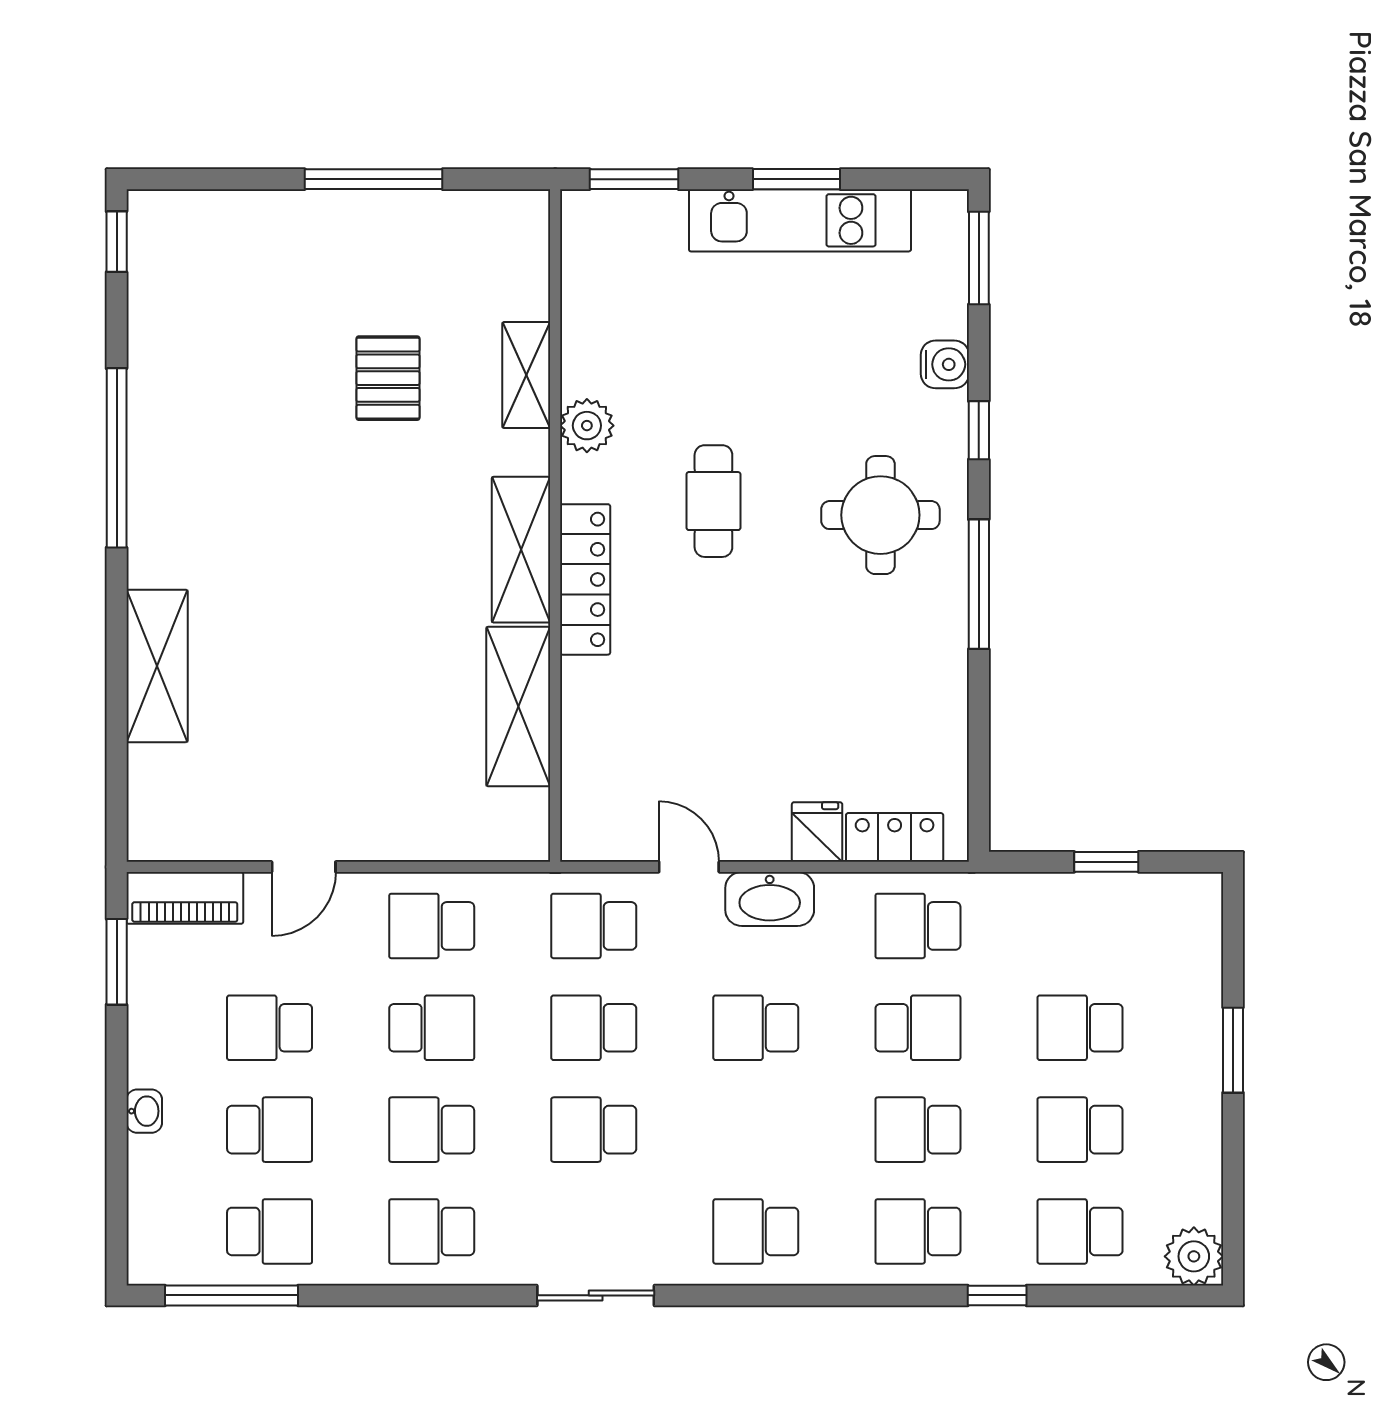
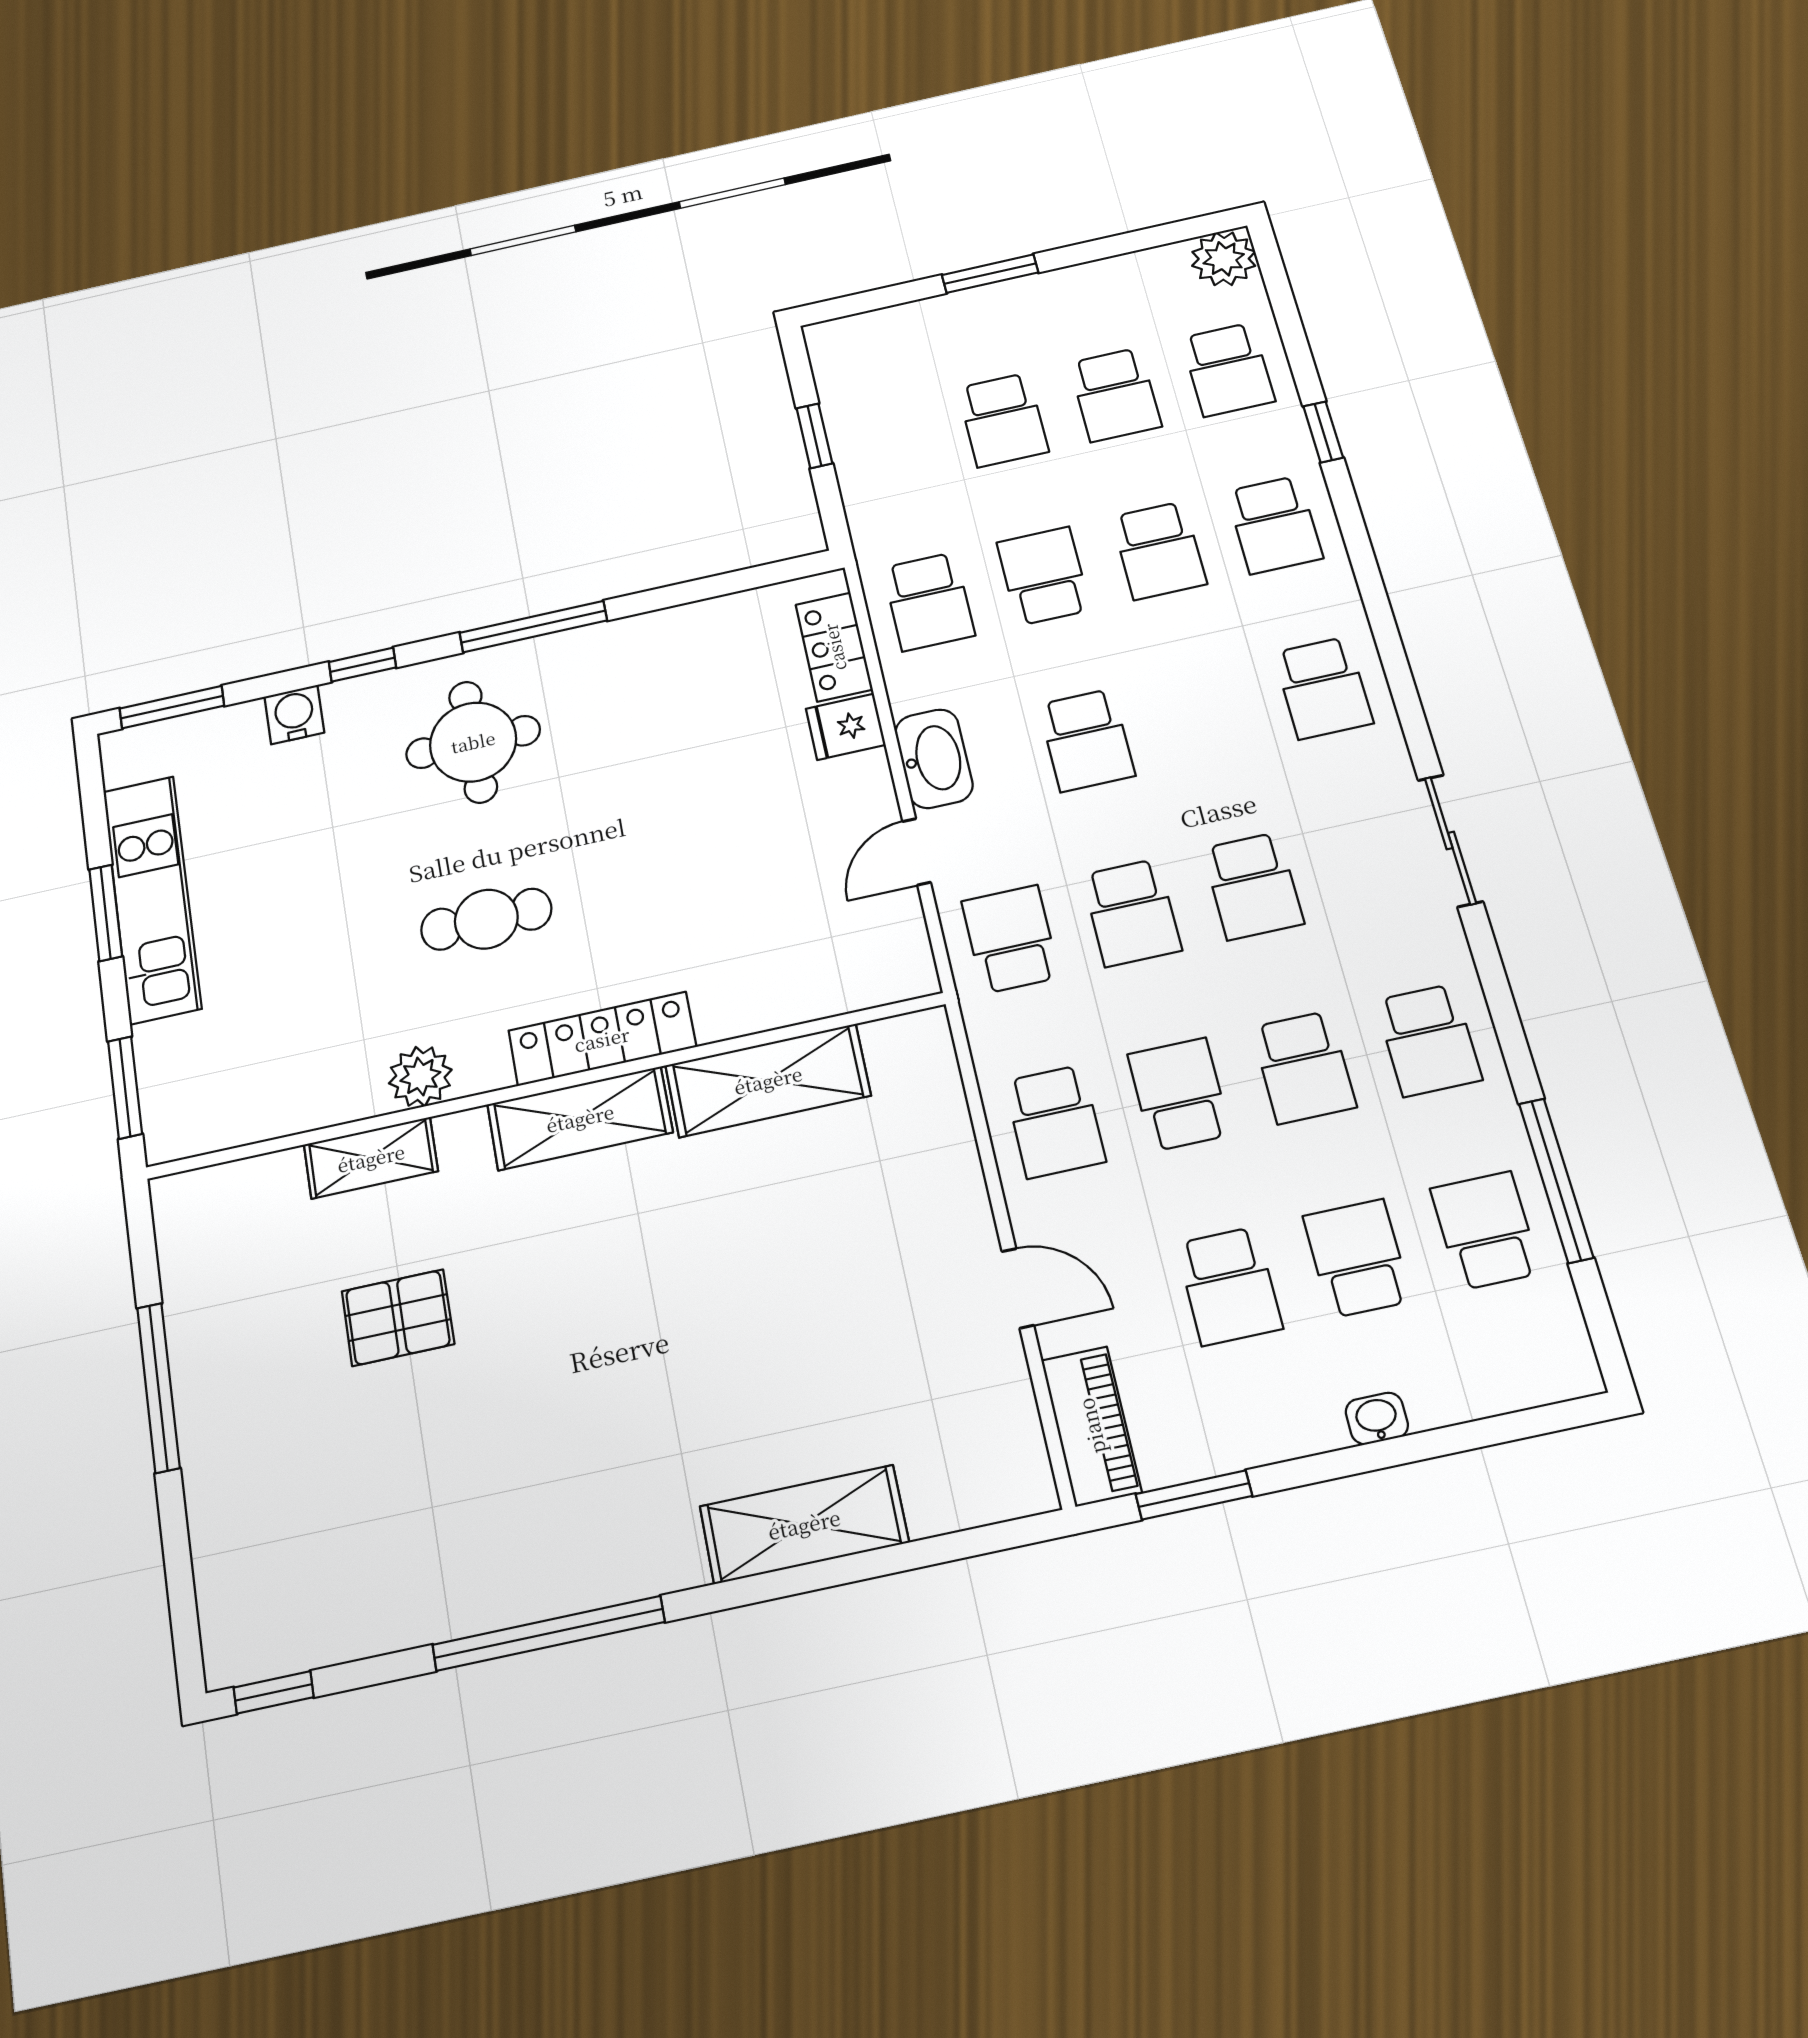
school desk: (594, 926) -> (1011, 939), turned 180
window: (232, 1295) -> (1556, 1180), moved

